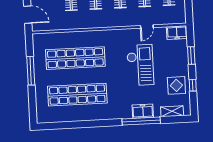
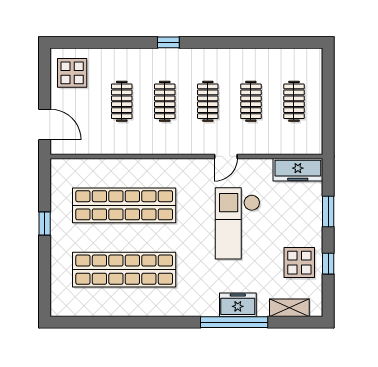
door: (147, 27) -> (226, 156), moved
freezer: (177, 33) -> (298, 170), width x1.40
checkout: (140, 65) -> (238, 223), turned 180
window: (31, 71) -> (45, 223), width x0.46

